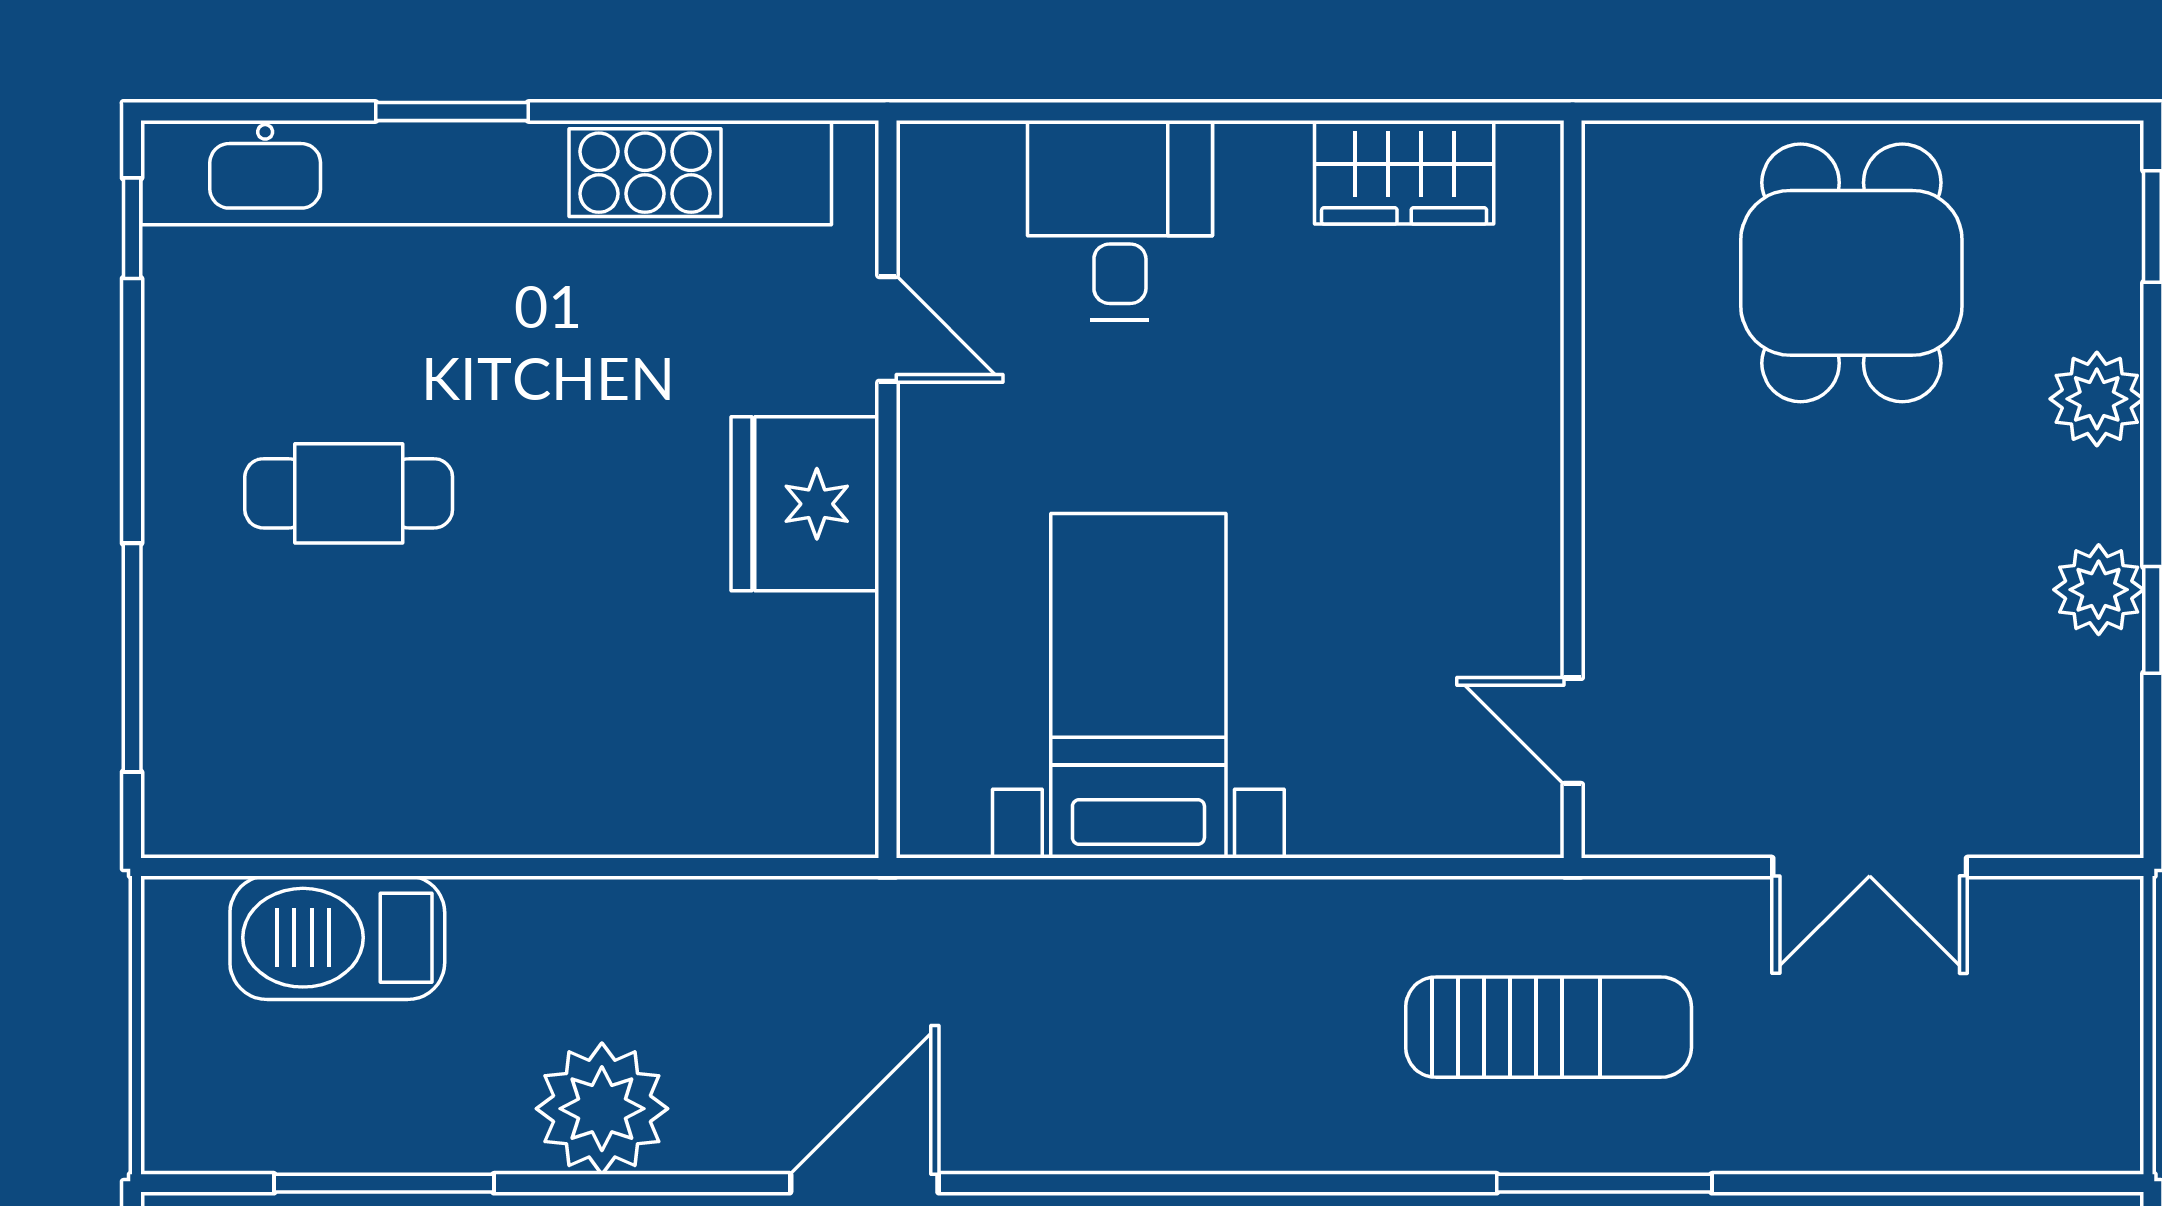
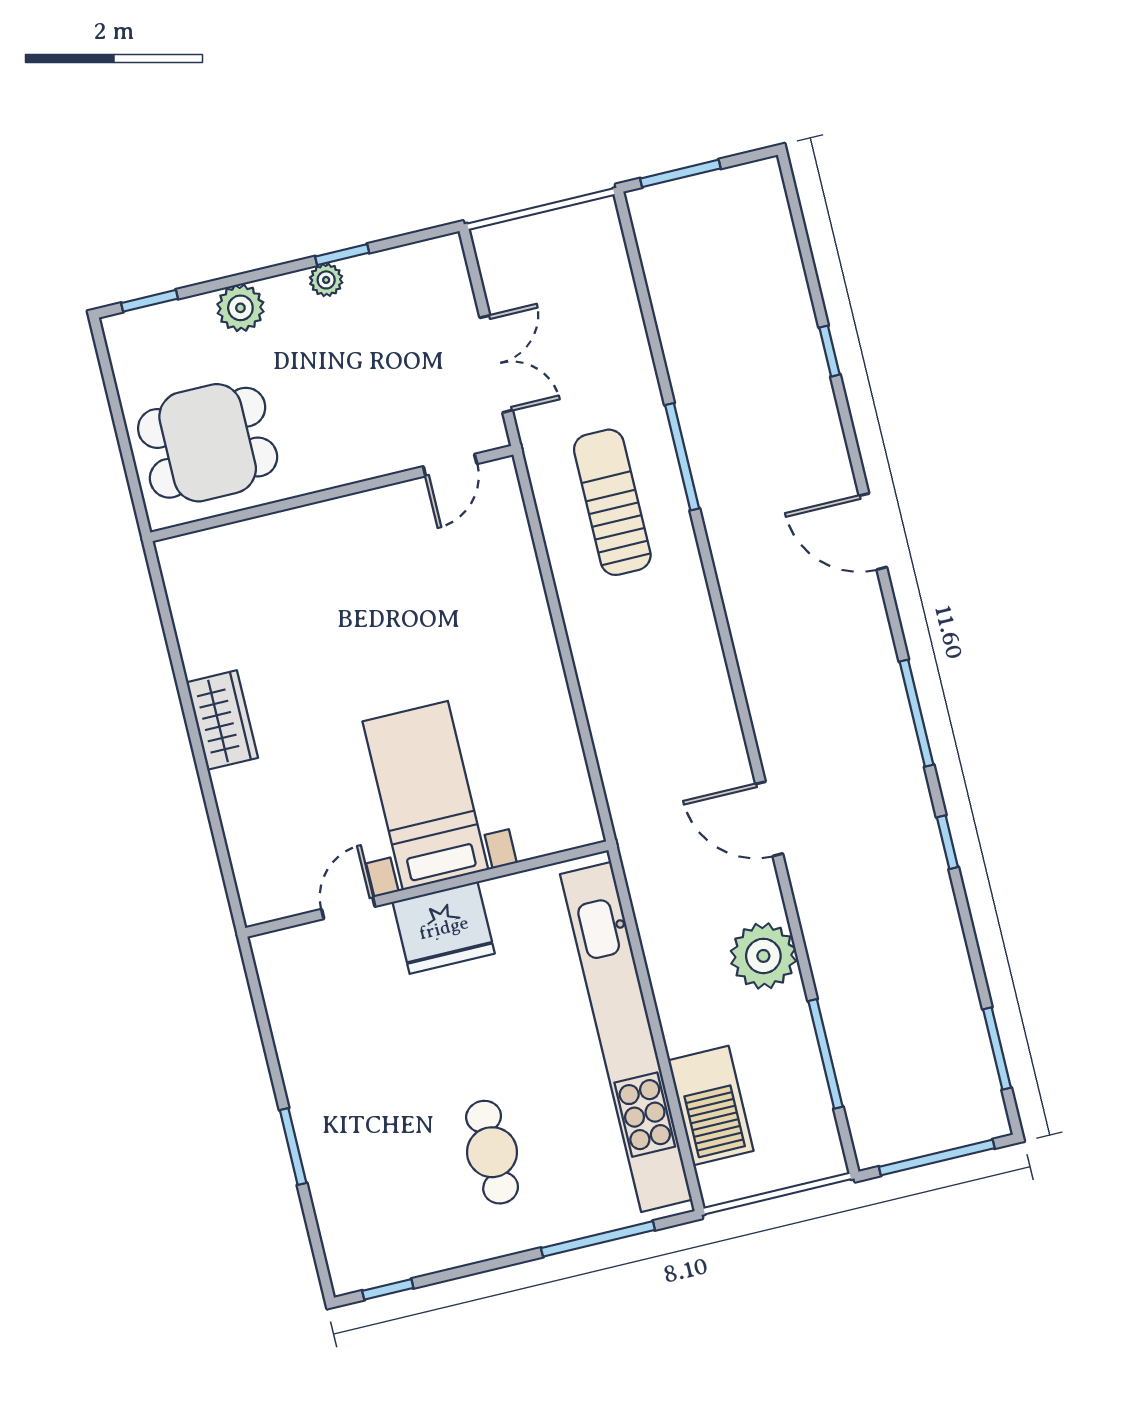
wardrobe: (1404, 172) -> (222, 720), moved
kitchen unit: (486, 173) -> (626, 1037), moved, turned 180
desk: (1120, 220) -> (268, 807), removed
wall: (1573, 489) -> (332, 494), moved
plant: (2099, 590) -> (326, 280), width x0.73, depth x0.73
bed with nightstands: (1138, 686) -> (425, 796), moved, turned 90
door: (1573, 731) -> (450, 465), moved

